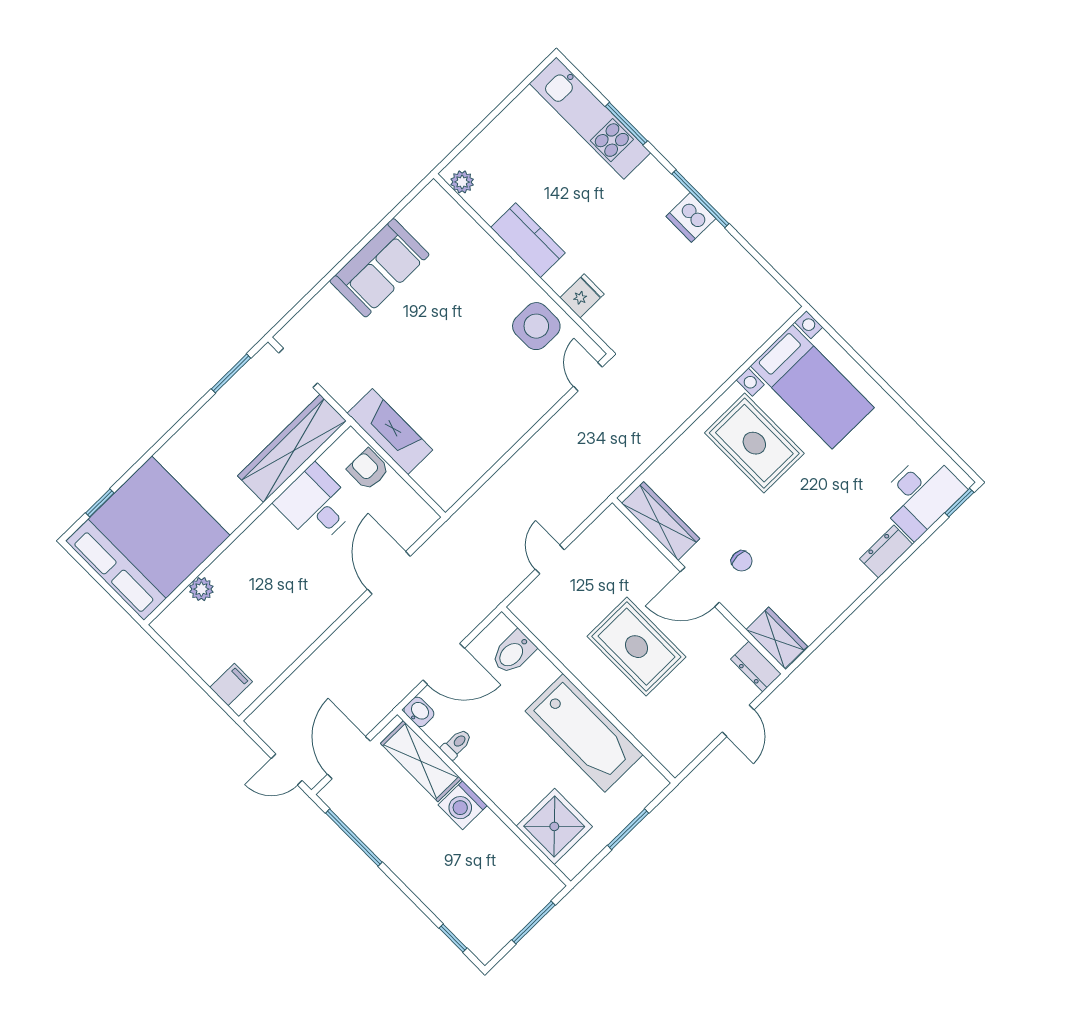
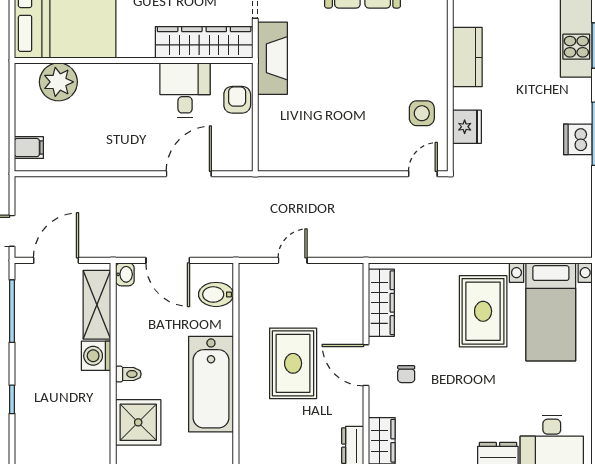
fridge: (582, 296) -> (467, 127), width x1.38
side table: (536, 326) -> (422, 113), width x0.73, depth x0.73
fireplace: (390, 432) -> (272, 58), moved
plant: (201, 589) -> (58, 82), width x1.88, depth x1.88
toilet: (457, 744) -> (128, 374), moved
window: (453, 938) -> (12, 399), moved

